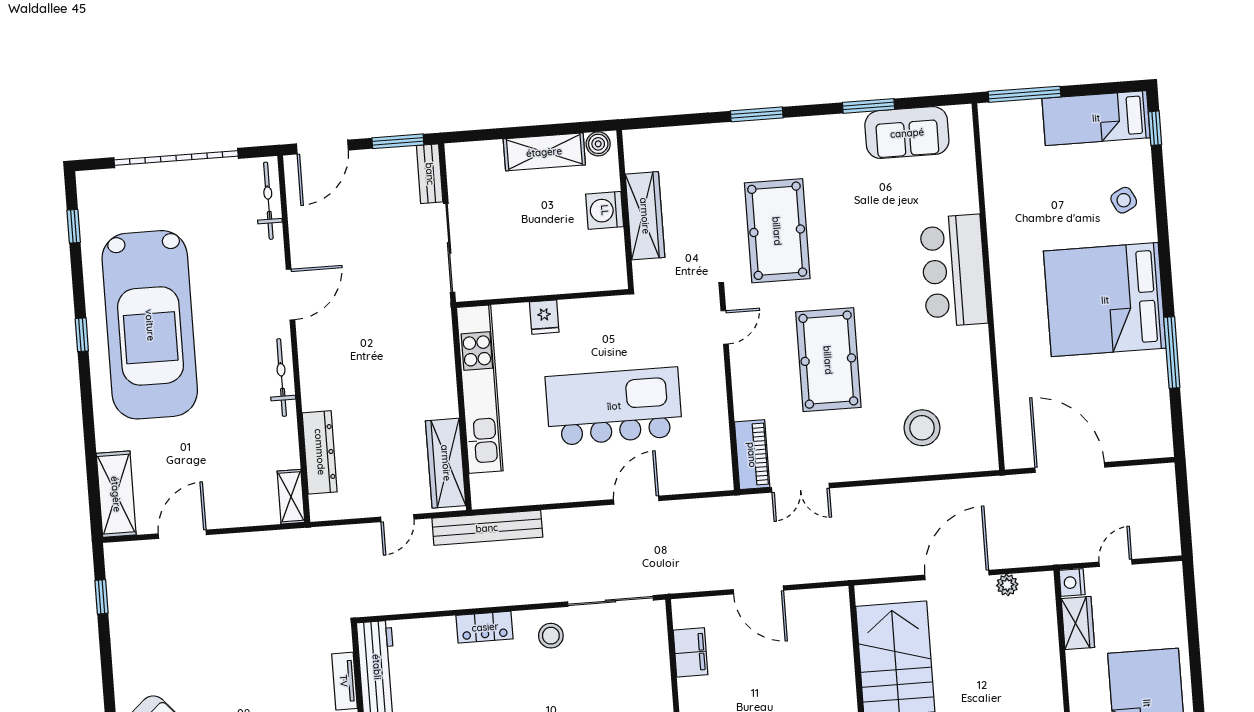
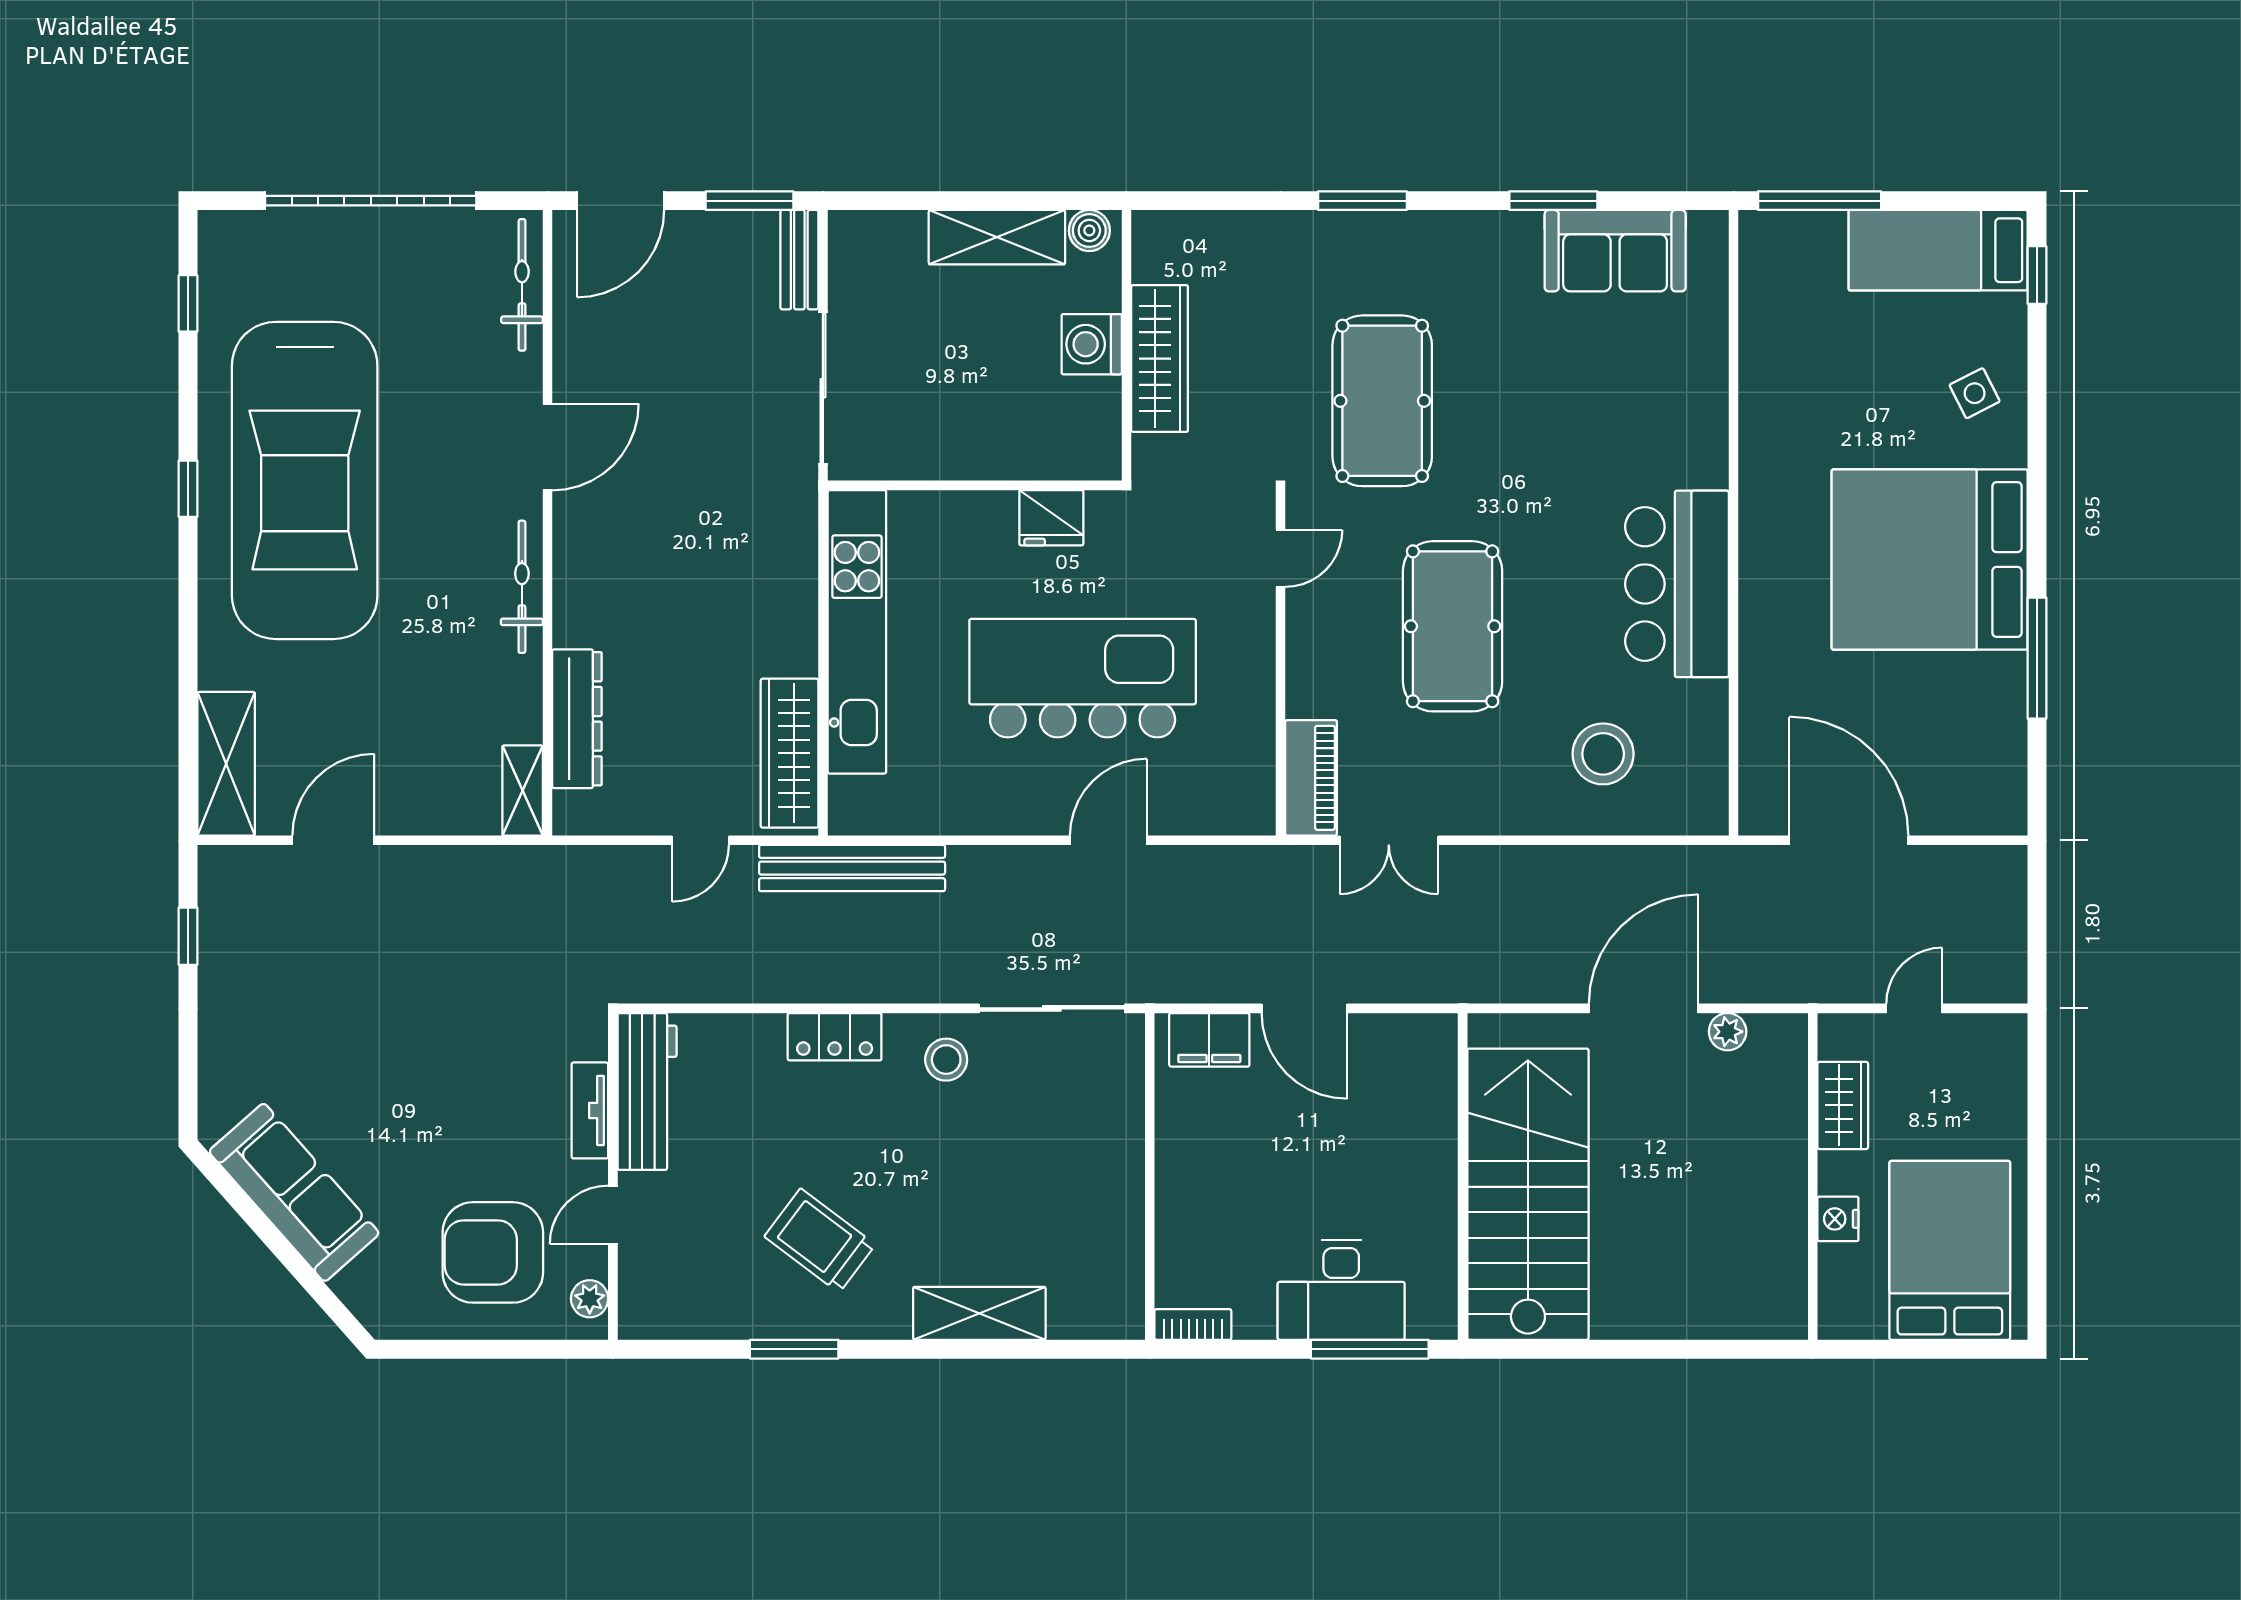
bar counter: (954, 271) -> (1677, 584), moved
fridge: (544, 317) -> (1051, 518), moved, width x1.38
nightstand: (1072, 582) -> (1838, 1219), moved
filing cabinet: (691, 652) -> (1209, 1040), moved, turned 90

